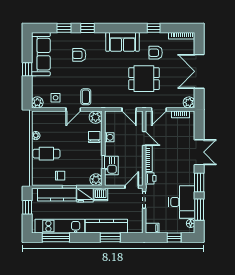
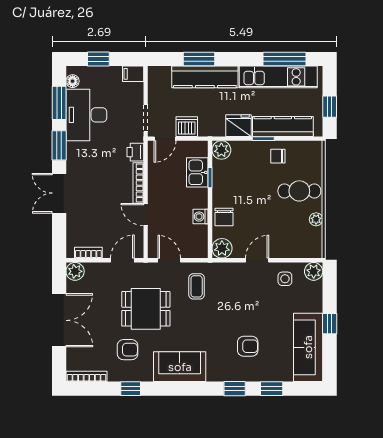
coffee table: (86, 97) -> (197, 286), moved
dishwasher: (101, 195) -> (187, 127), moved

